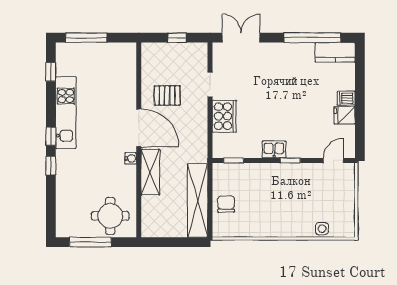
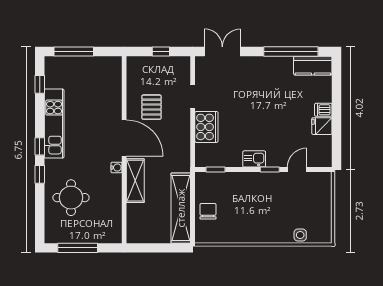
pallet: (167, 96) -> (151, 107), turned 90
door: (333, 160) -> (297, 169), moved
round table: (110, 216) -> (71, 198), moved

